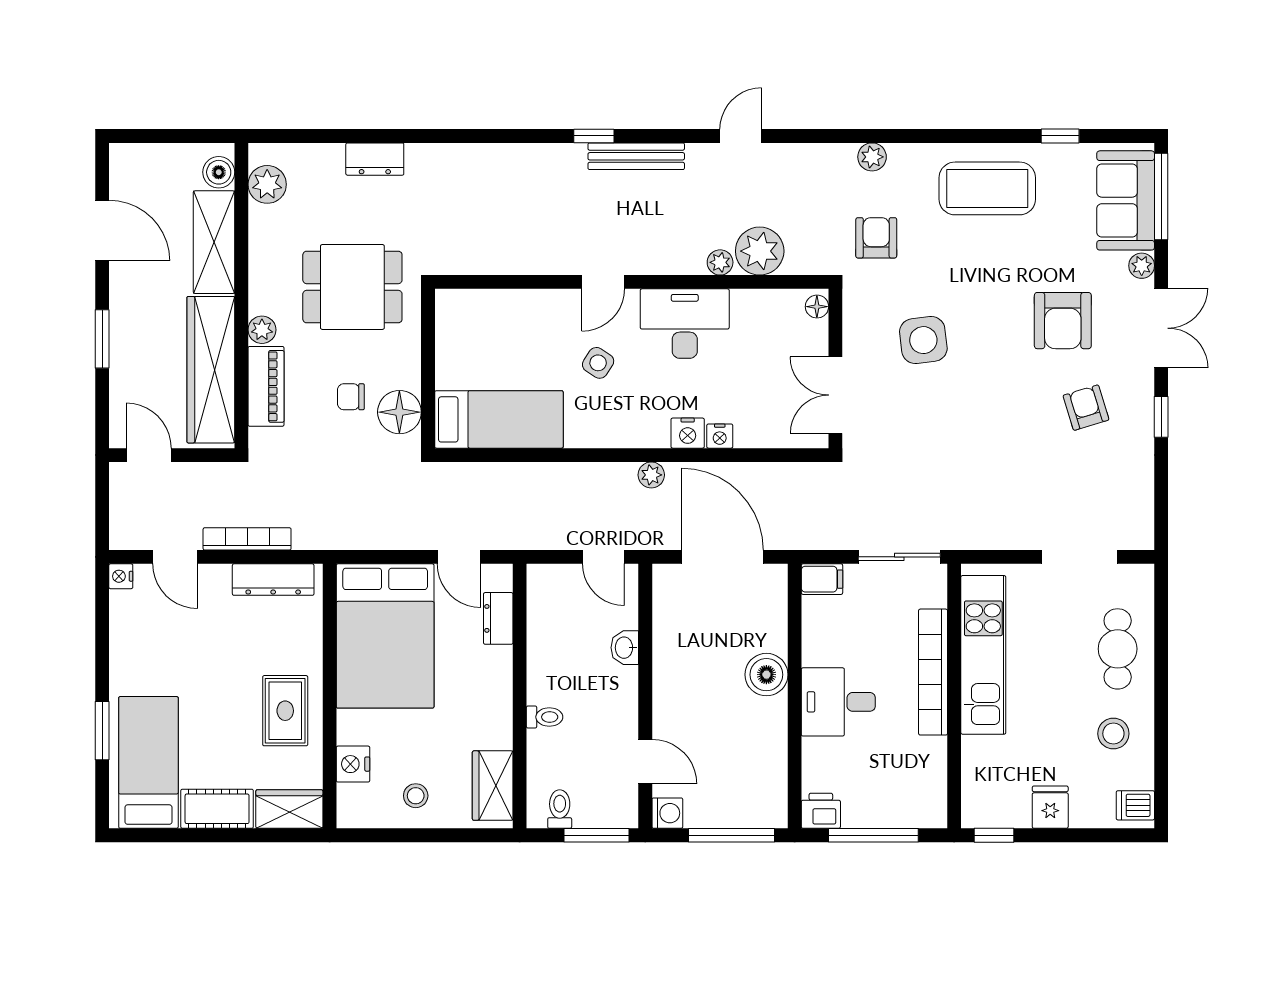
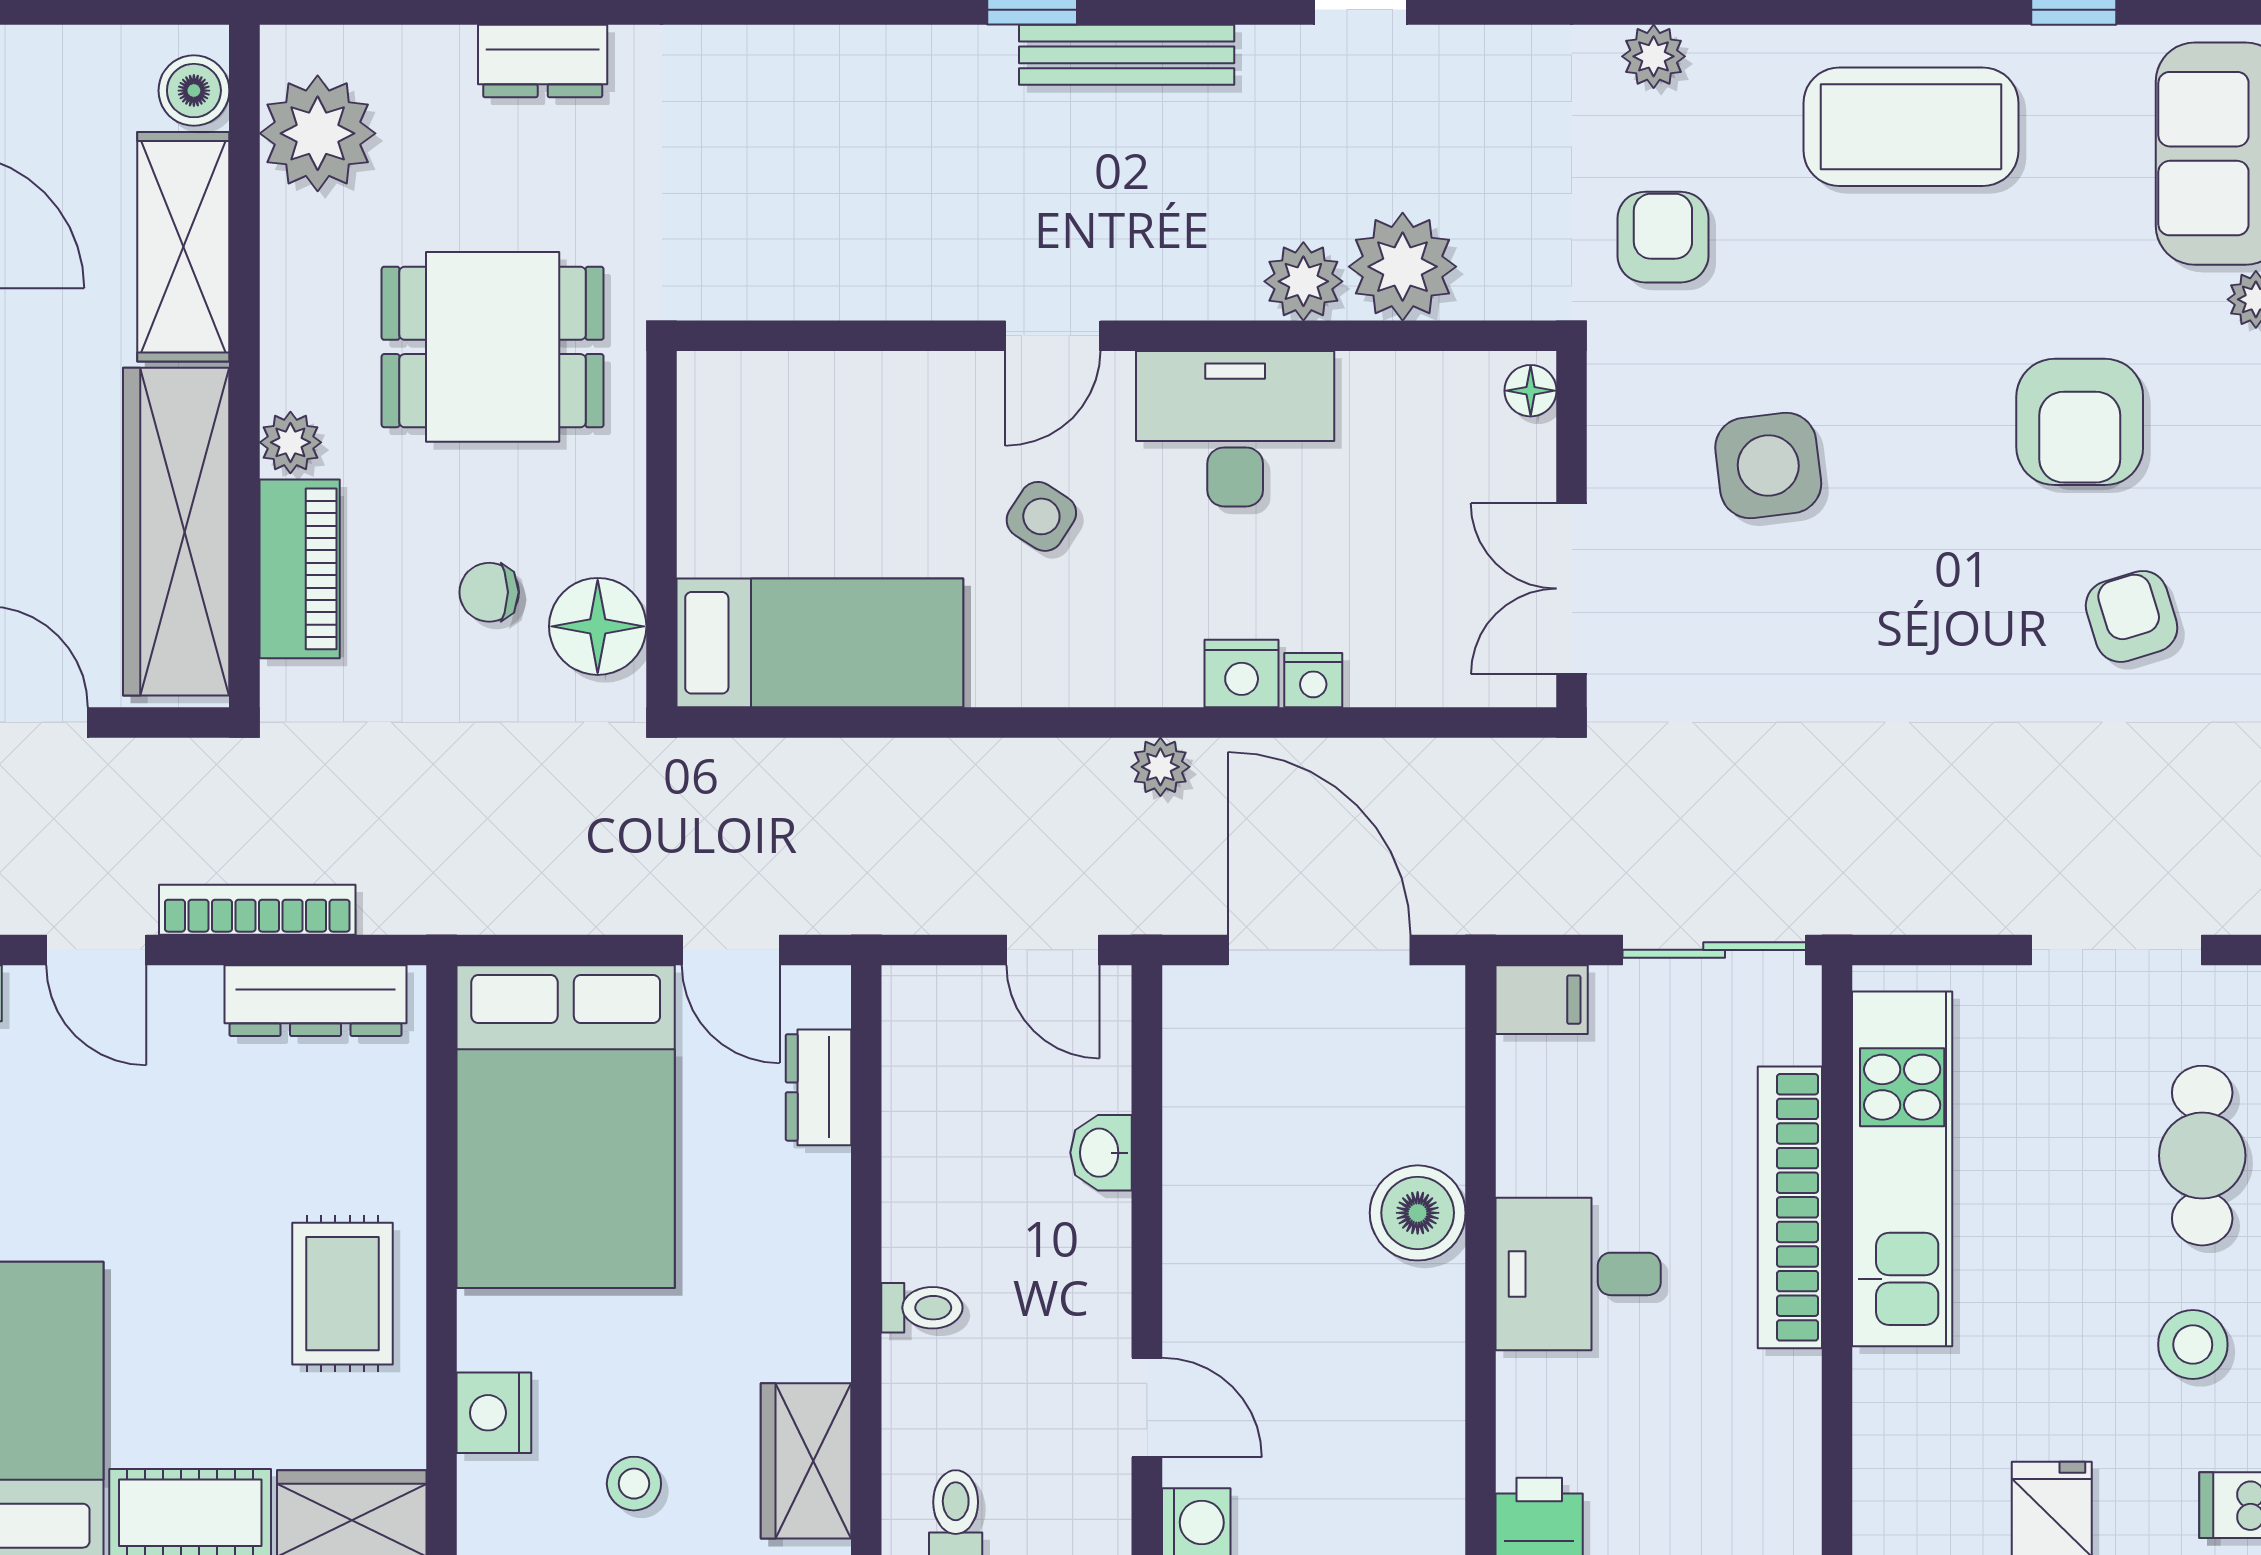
plant: (267, 184) -> (318, 133), width x1.36, depth x1.36
plant: (720, 262) -> (1303, 281), width x1.38, depth x1.38

